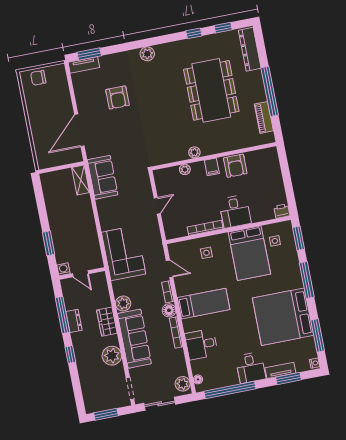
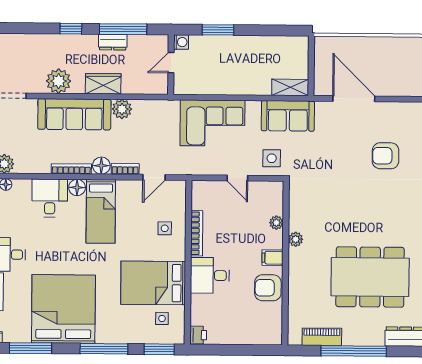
side table: (137, 183) -> (272, 158), added
corner sofa: (124, 253) -> (212, 123), moved
floor lamp: (189, 325) -> (77, 187), added

